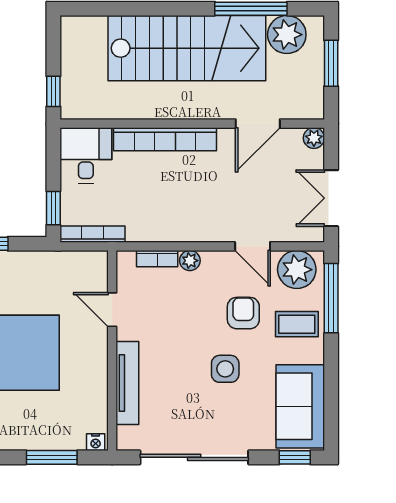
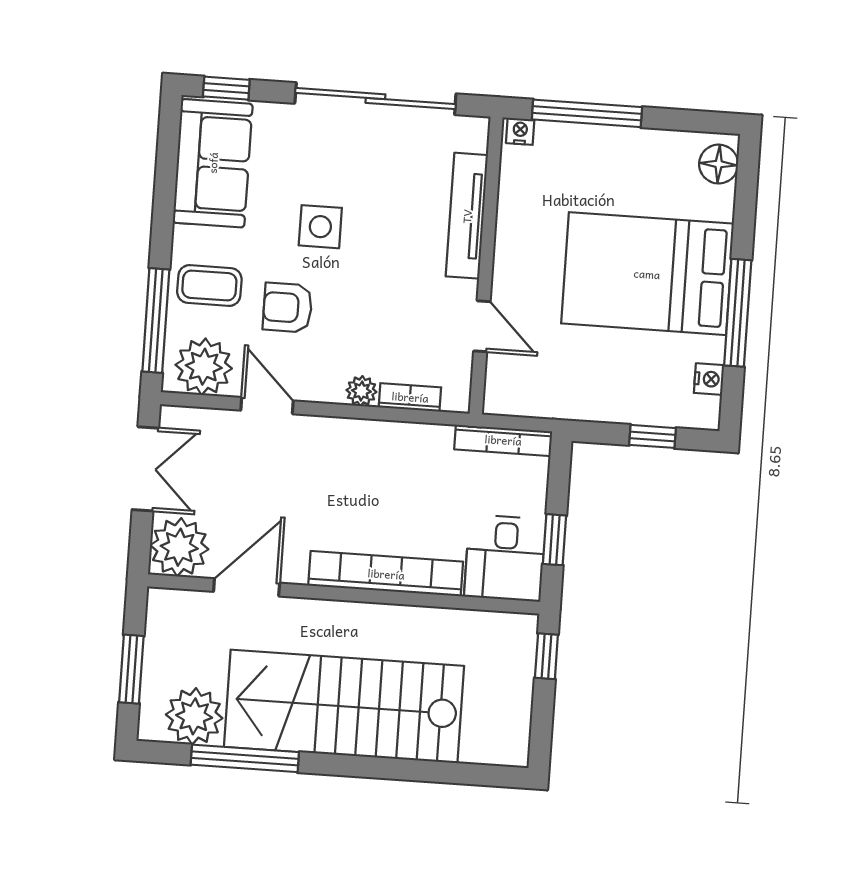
plant: (314, 138) -> (179, 547), width x1.88, depth x1.88
window: (53, 208) -> (555, 540), moved
armchair: (243, 313) -> (288, 308), turned 90
window: (52, 457) -> (587, 113), width x1.44

